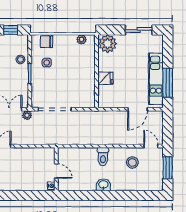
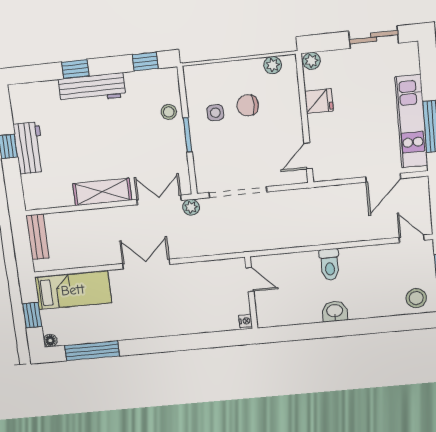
chair: (46, 42) -> (248, 105), moved
plant: (108, 44) -> (312, 61), width x0.53, depth x0.53
fridge: (105, 78) -> (319, 101), moved
door: (96, 92) -> (308, 156), added
stool: (132, 163) -> (416, 298), moved
door: (56, 171) -> (250, 279), moved

